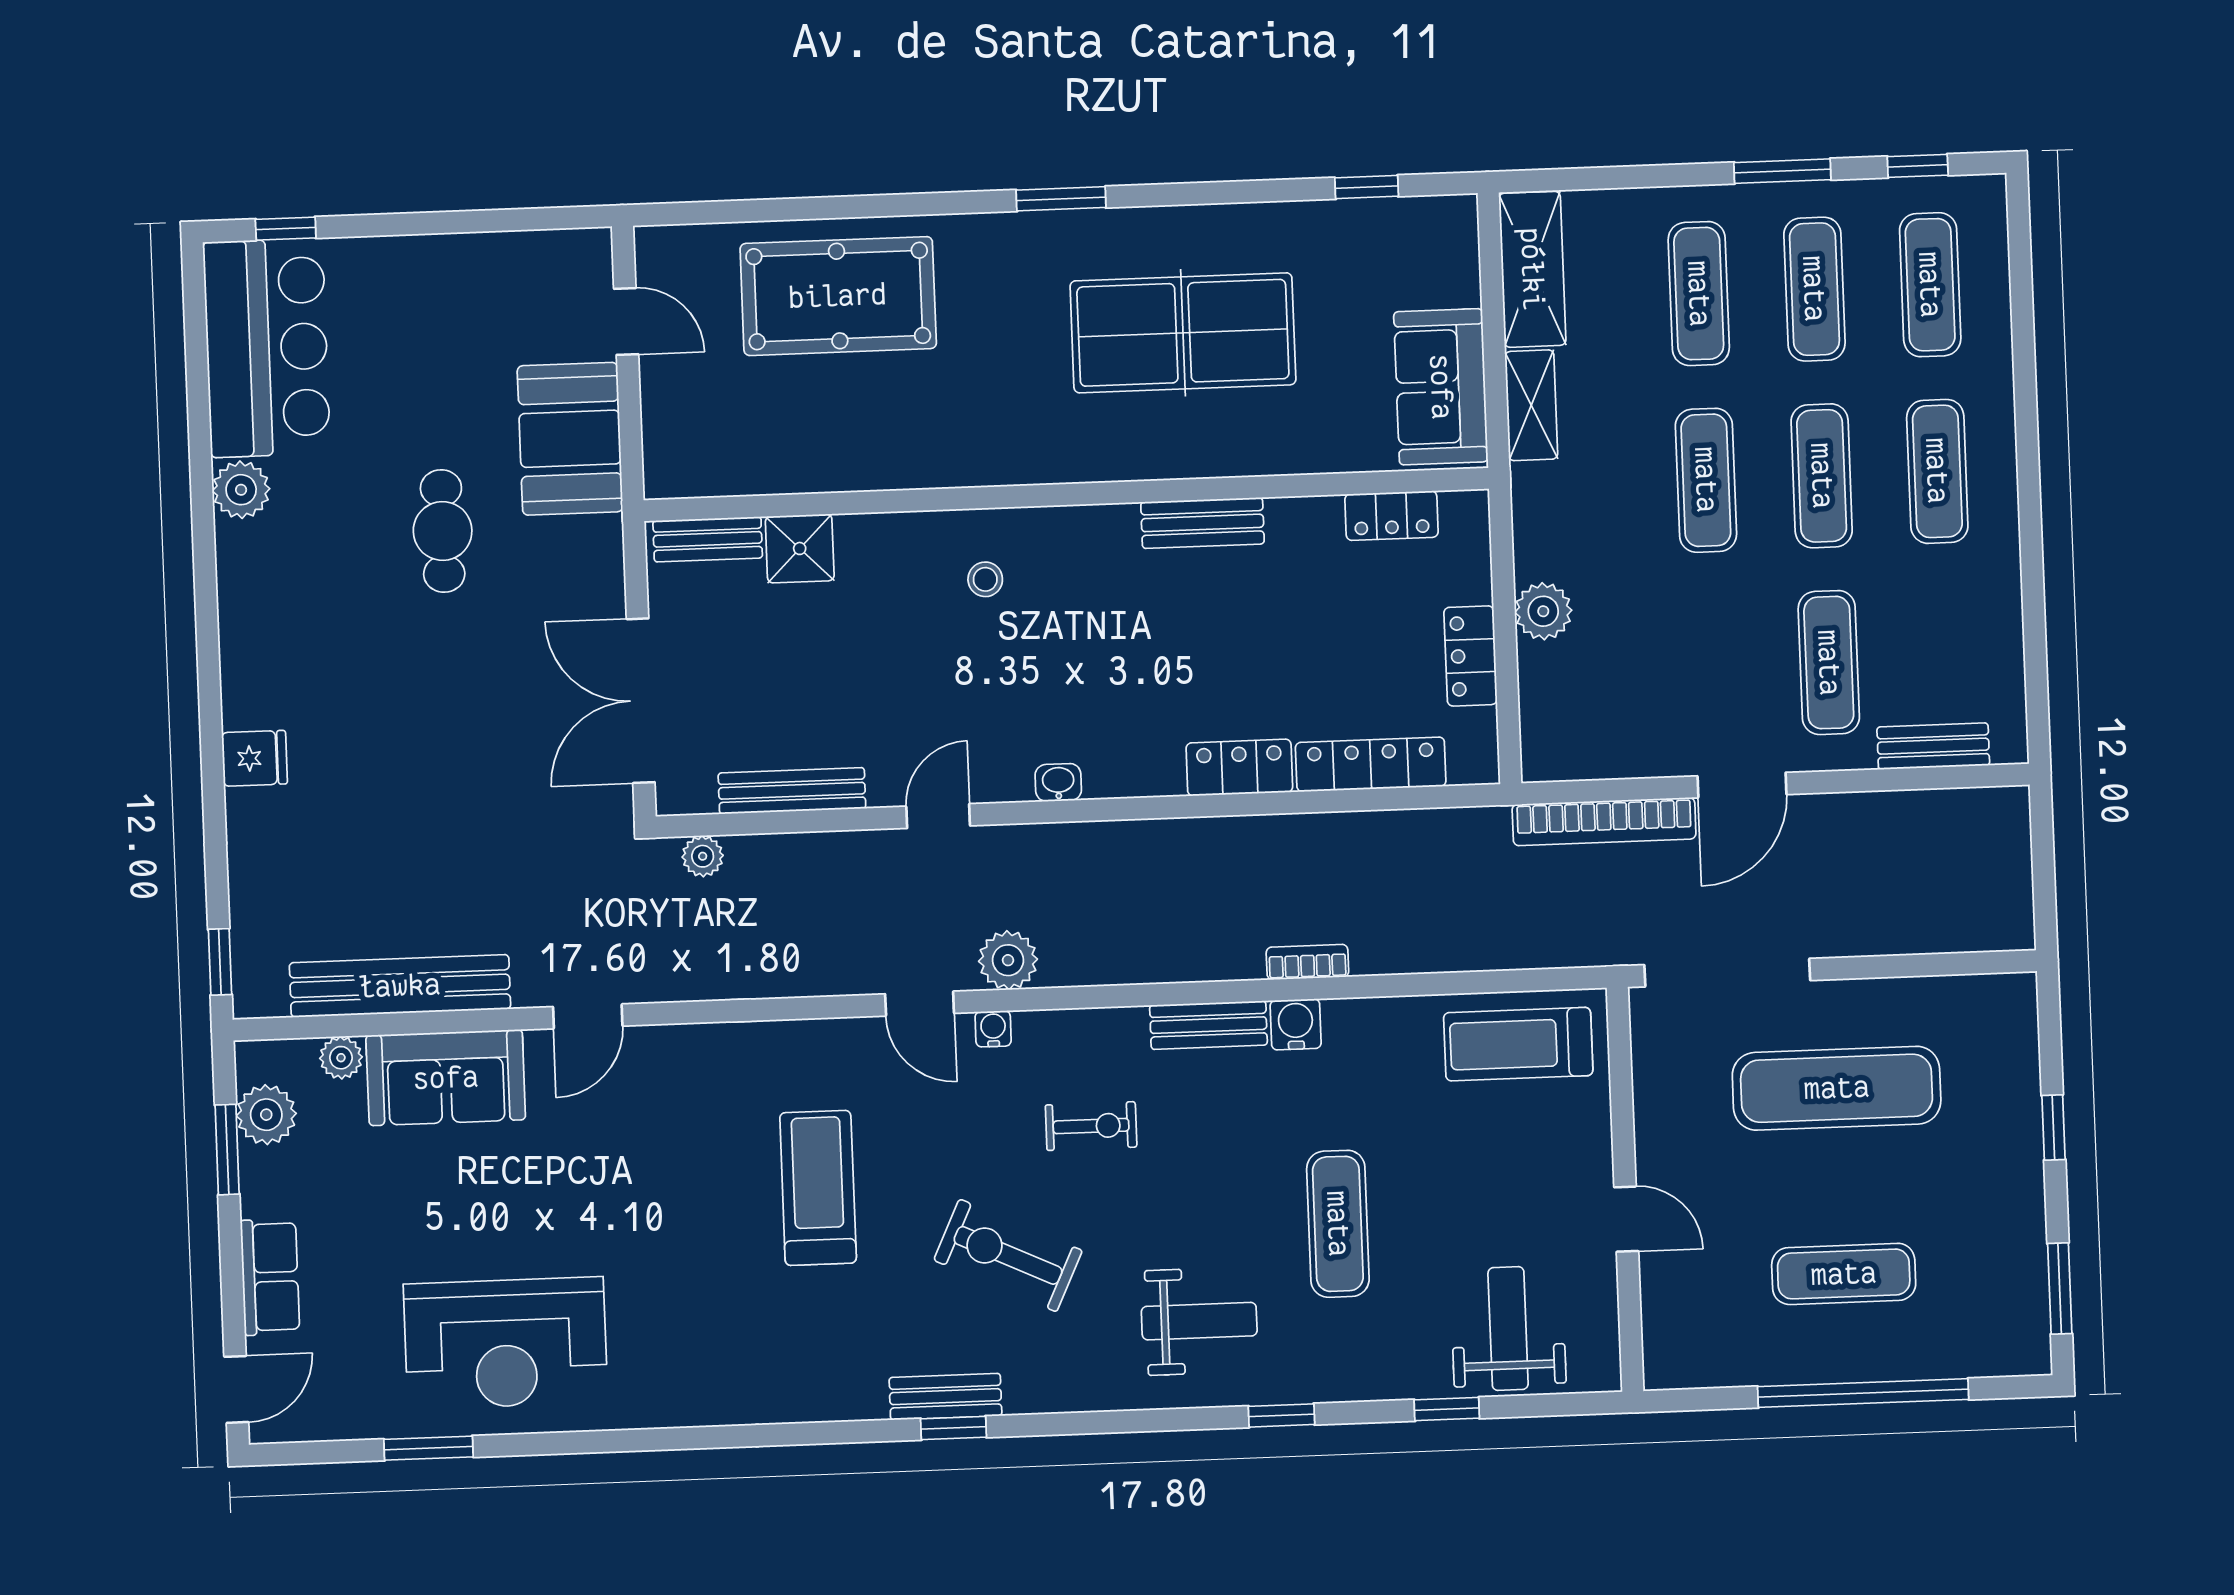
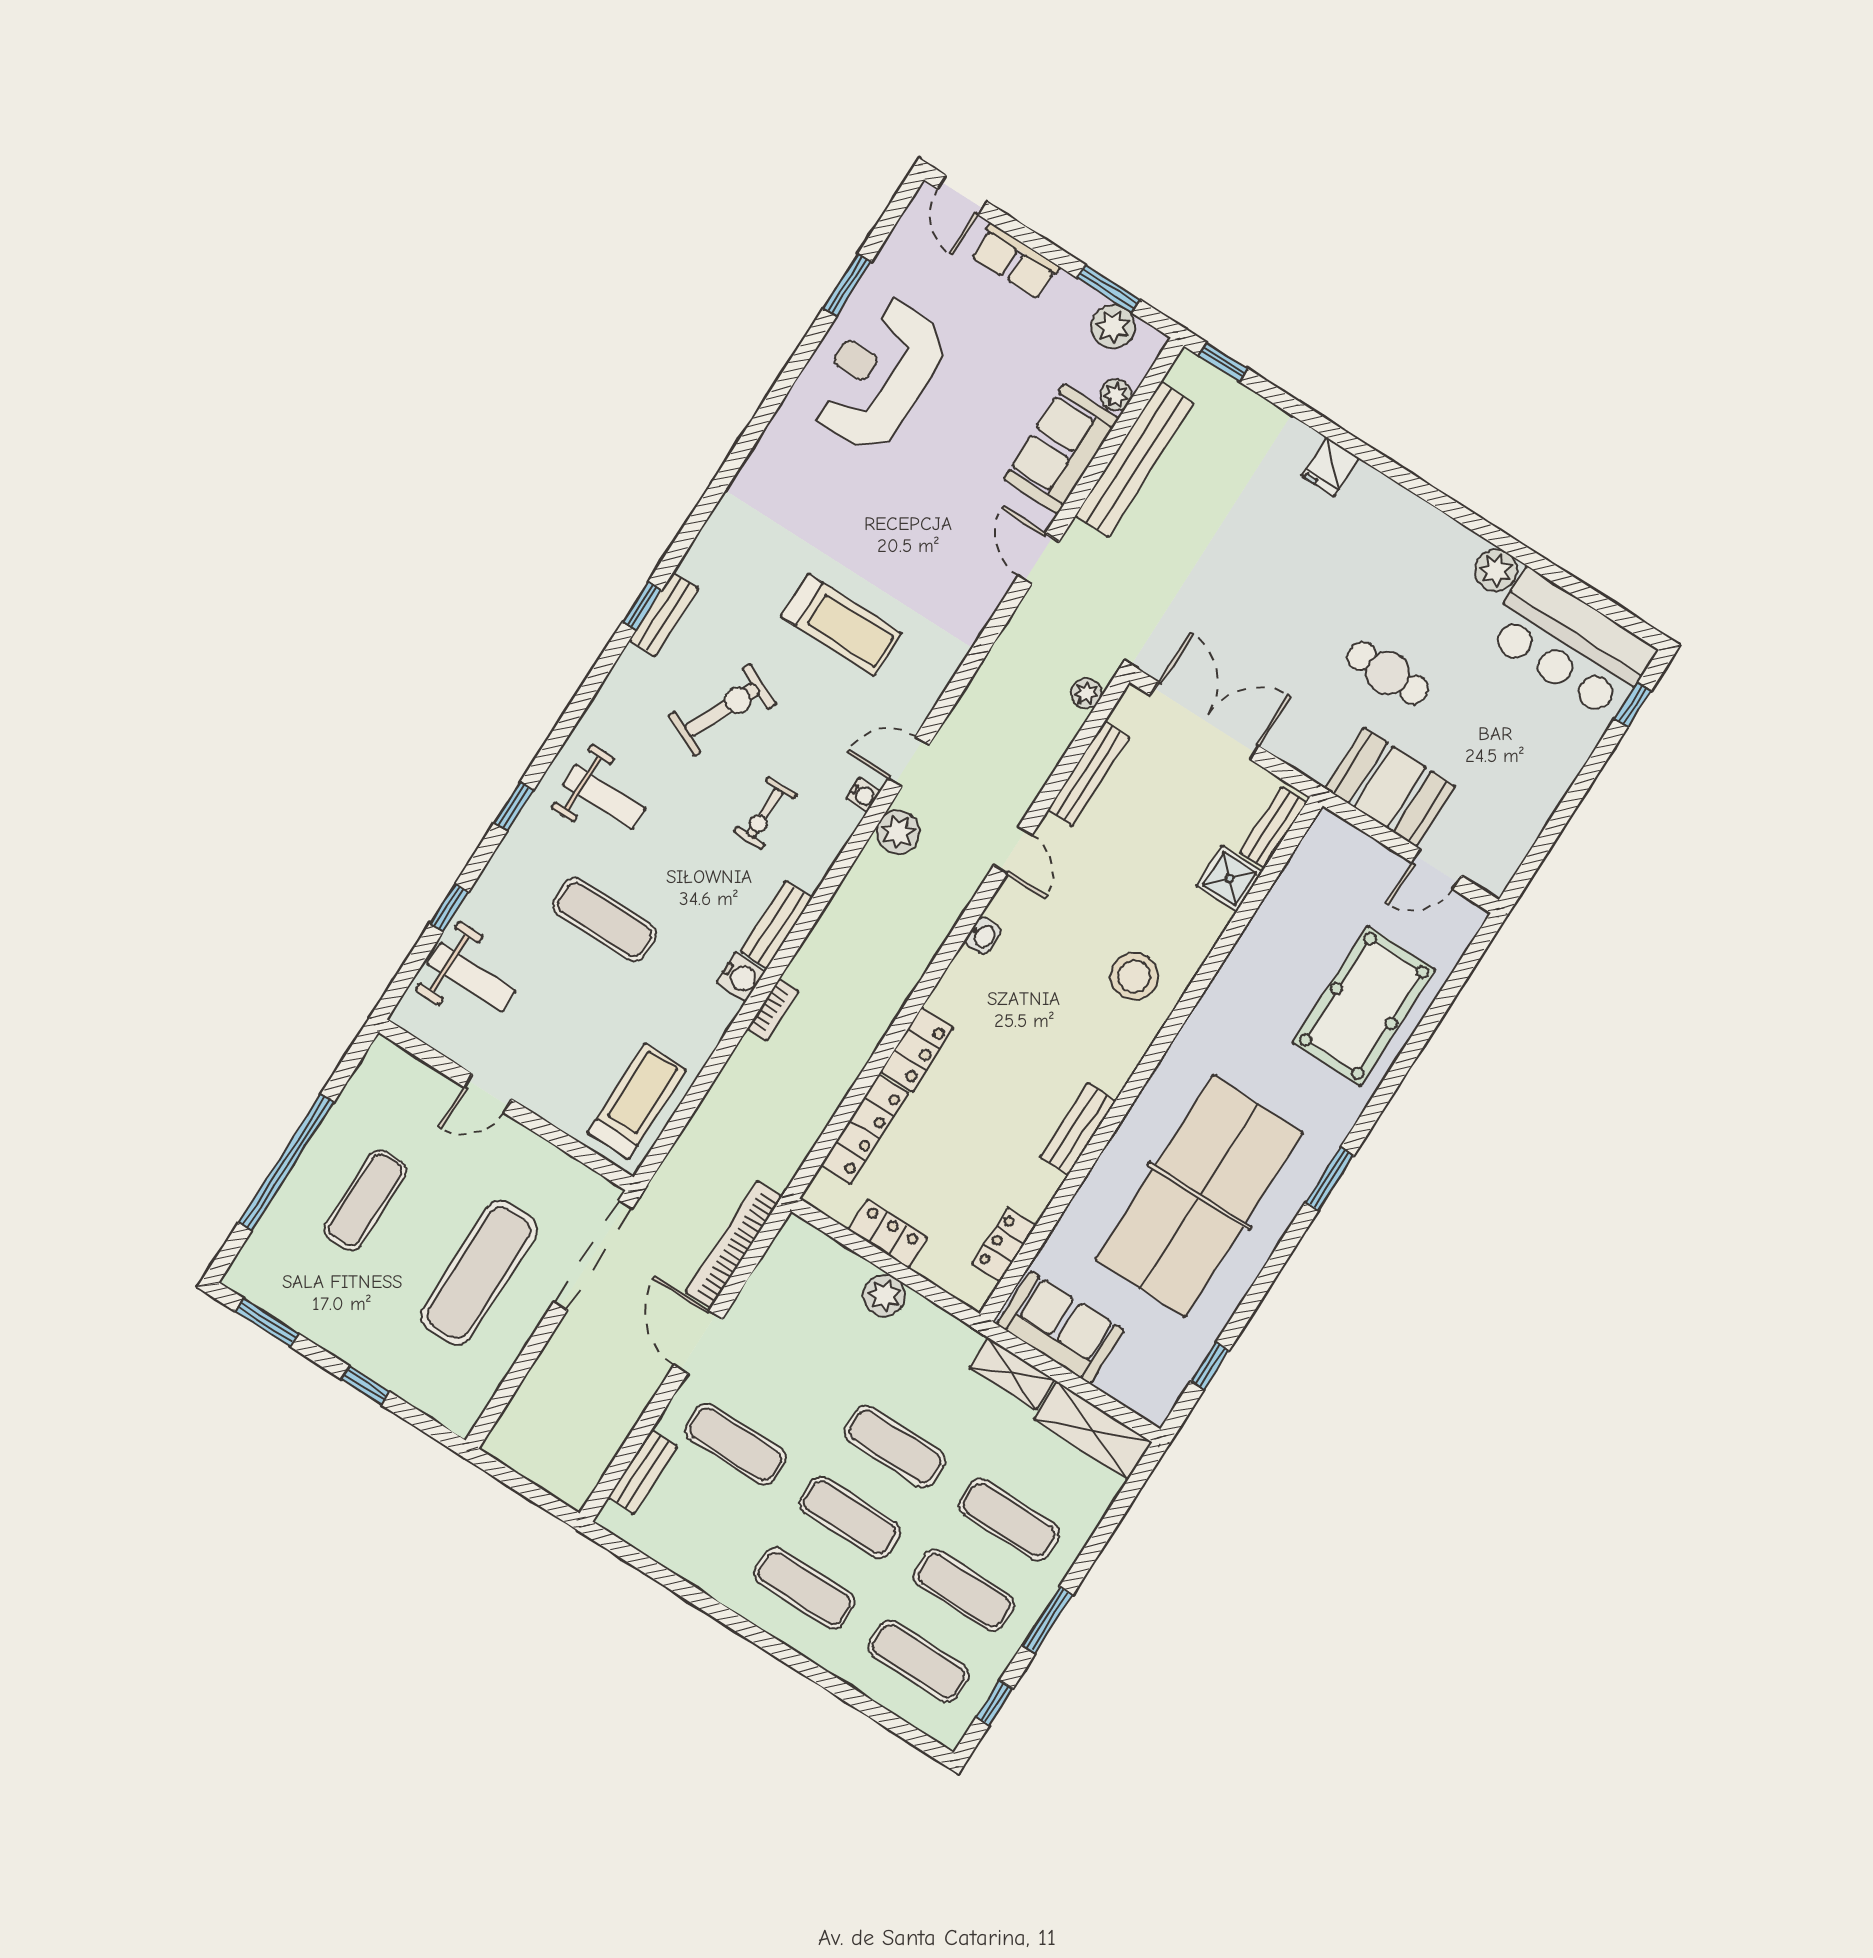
table tennis table: (1183, 333) -> (1199, 1196), width x1.36, depth x1.32
stool: (985, 579) -> (1134, 976), width x1.89, depth x1.89
weight bench: (1199, 1321) -> (604, 797), turned -90

